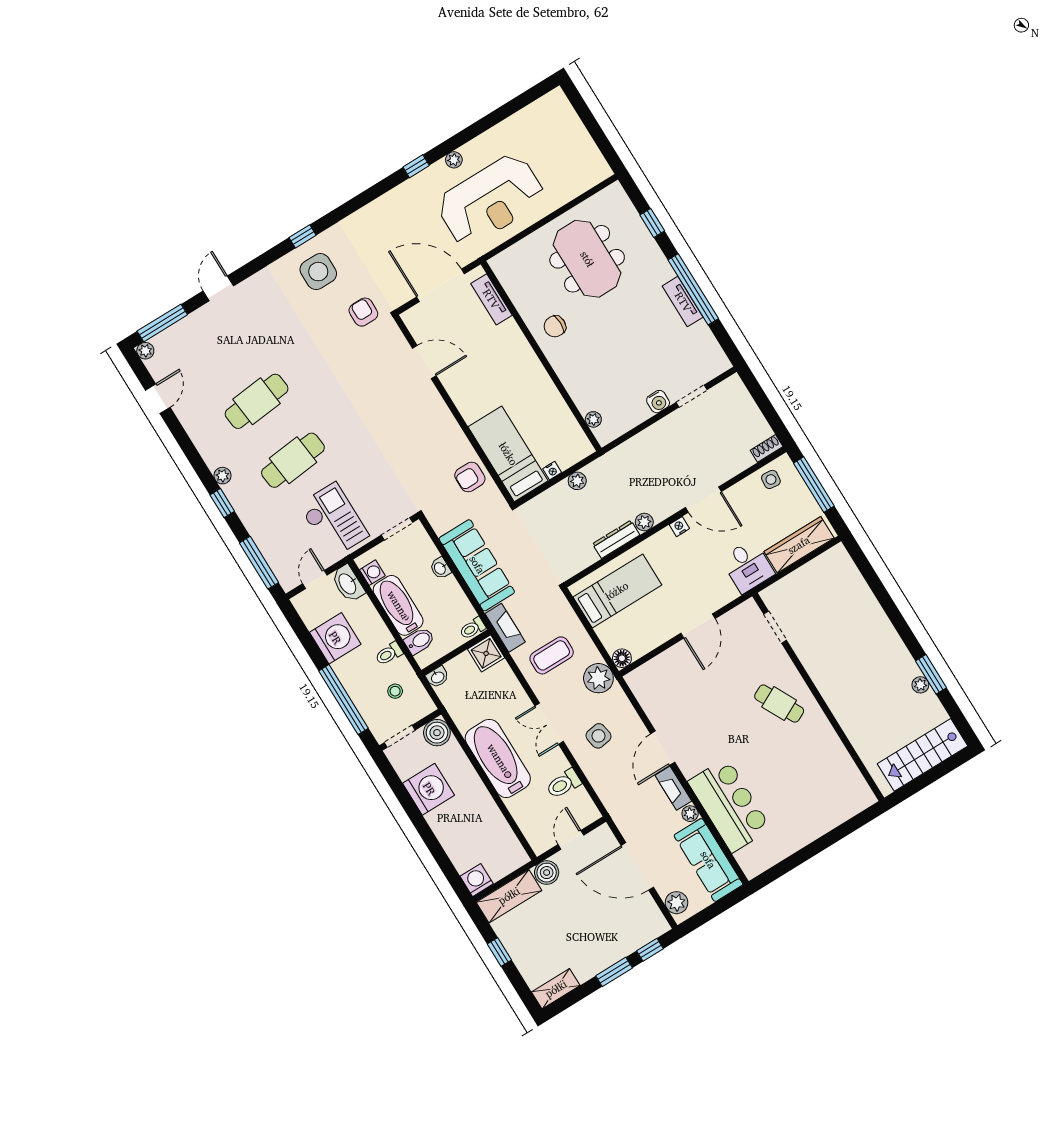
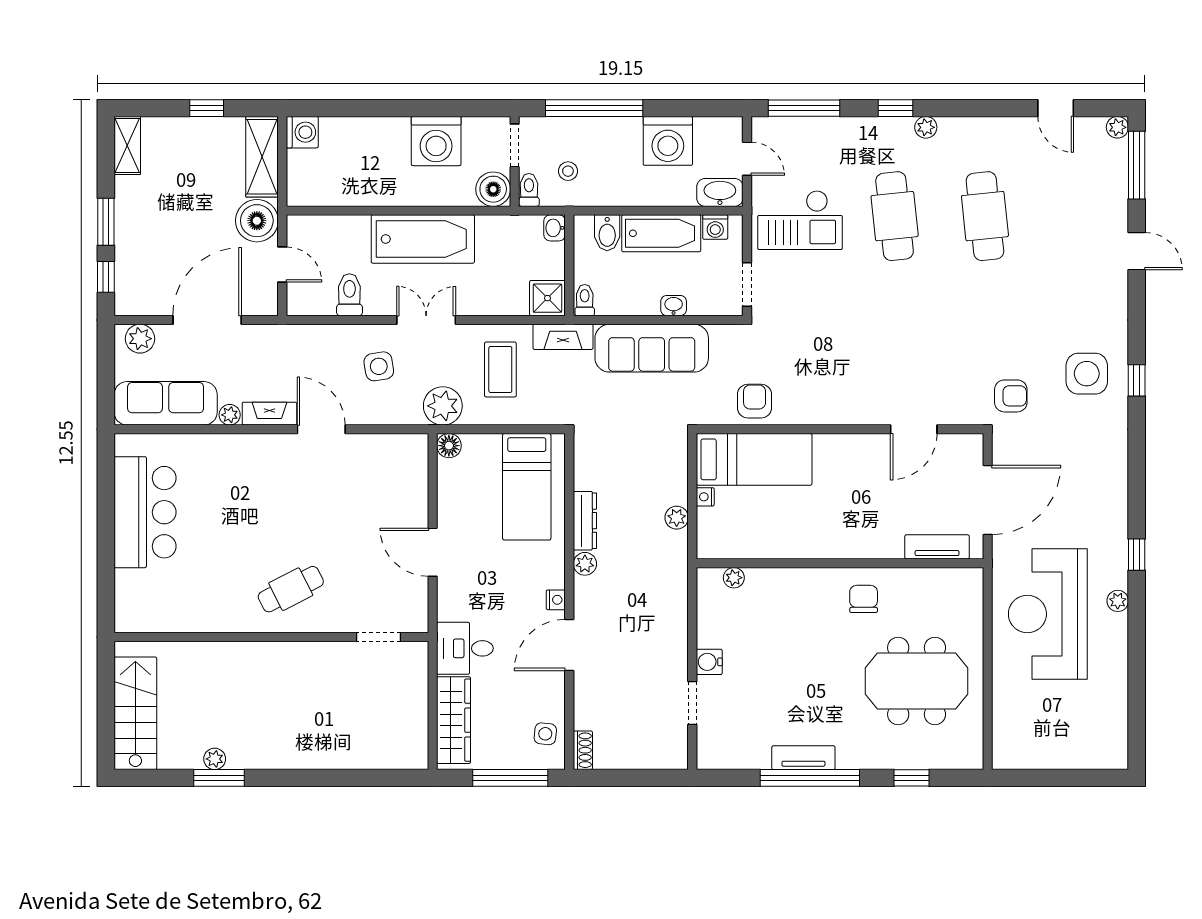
toilet: (389, 654) -> (529, 190), moved
bar counter: (729, 805) -> (145, 512), moved, turned -90
boiler: (547, 873) -> (257, 221), width x1.37, depth x1.37

